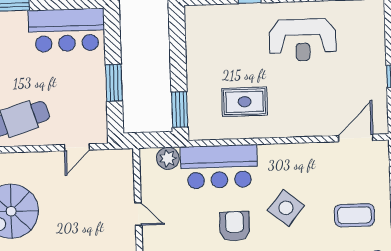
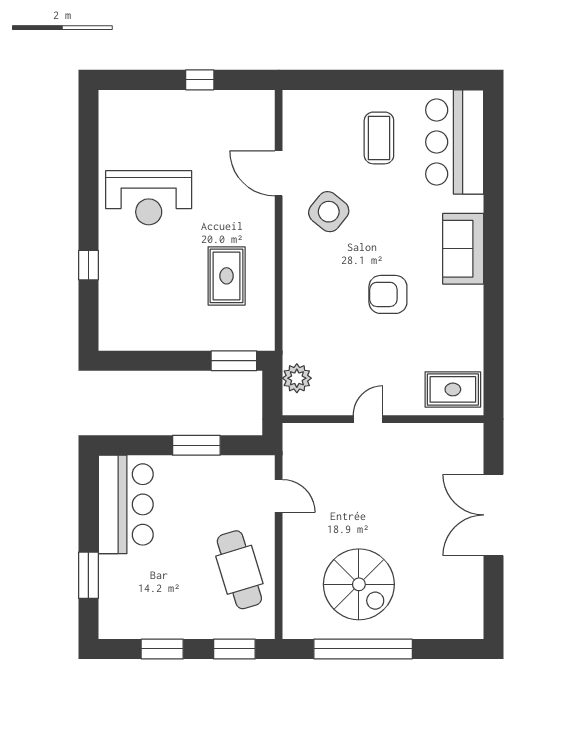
reception desk: (303, 40) -> (149, 198), turned 90
door: (356, 138) -> (279, 173), moved
bar counter: (219, 167) -> (310, 312), removed
side table: (286, 208) -> (329, 212), moved

